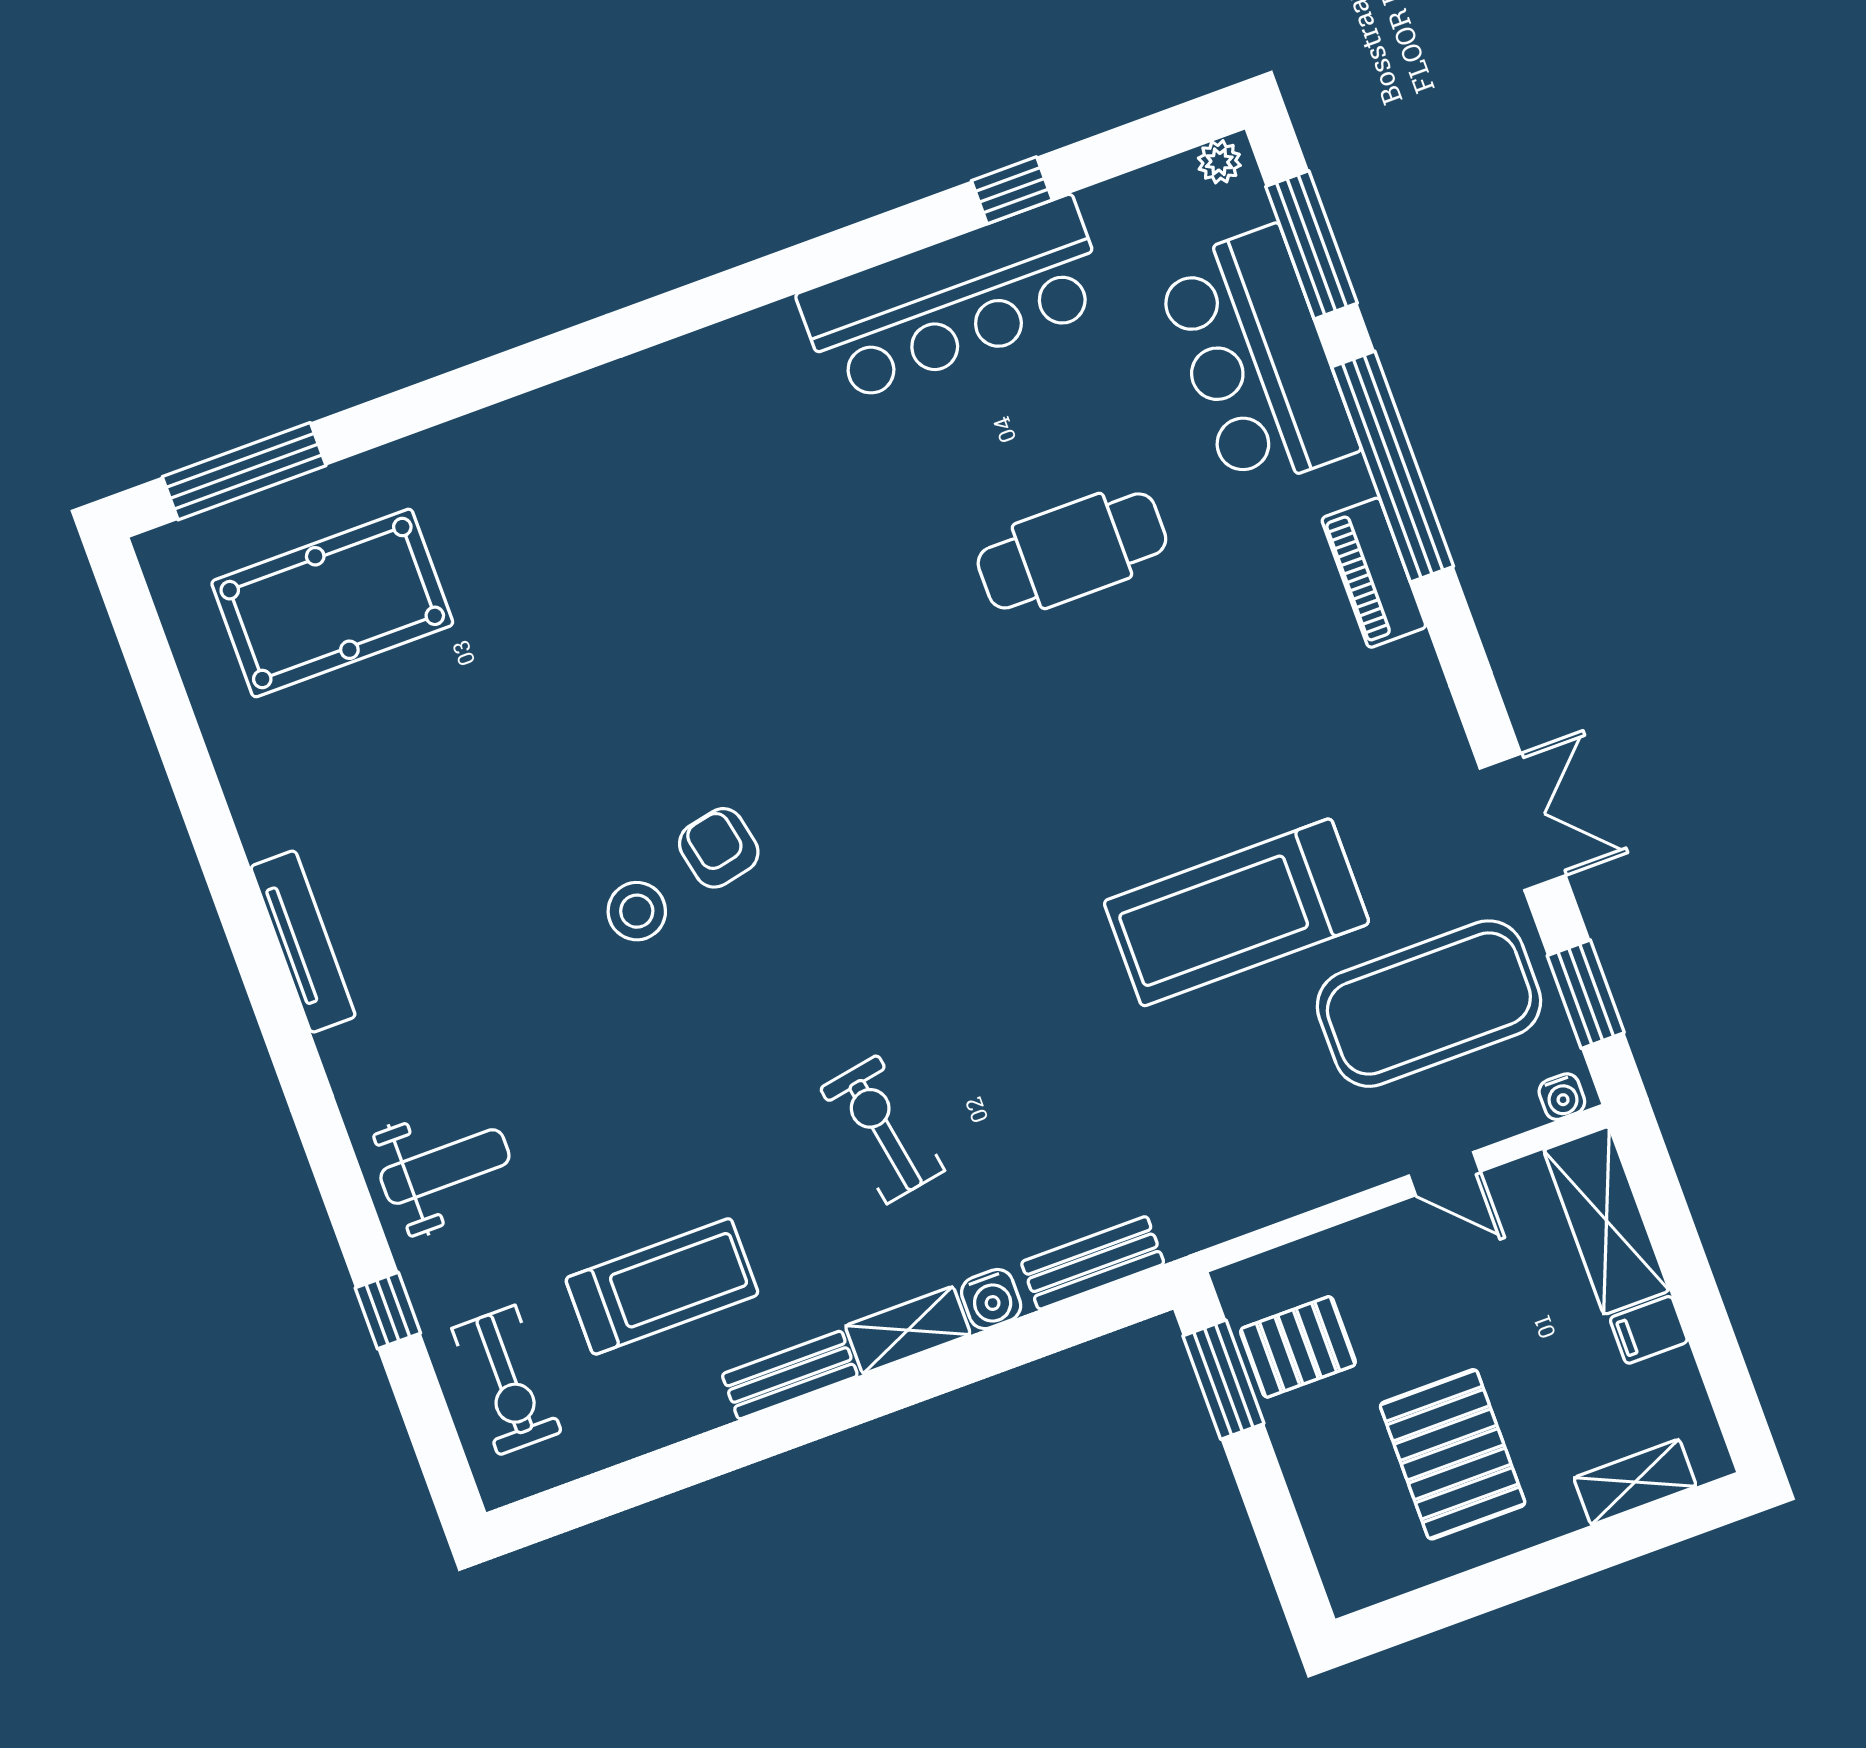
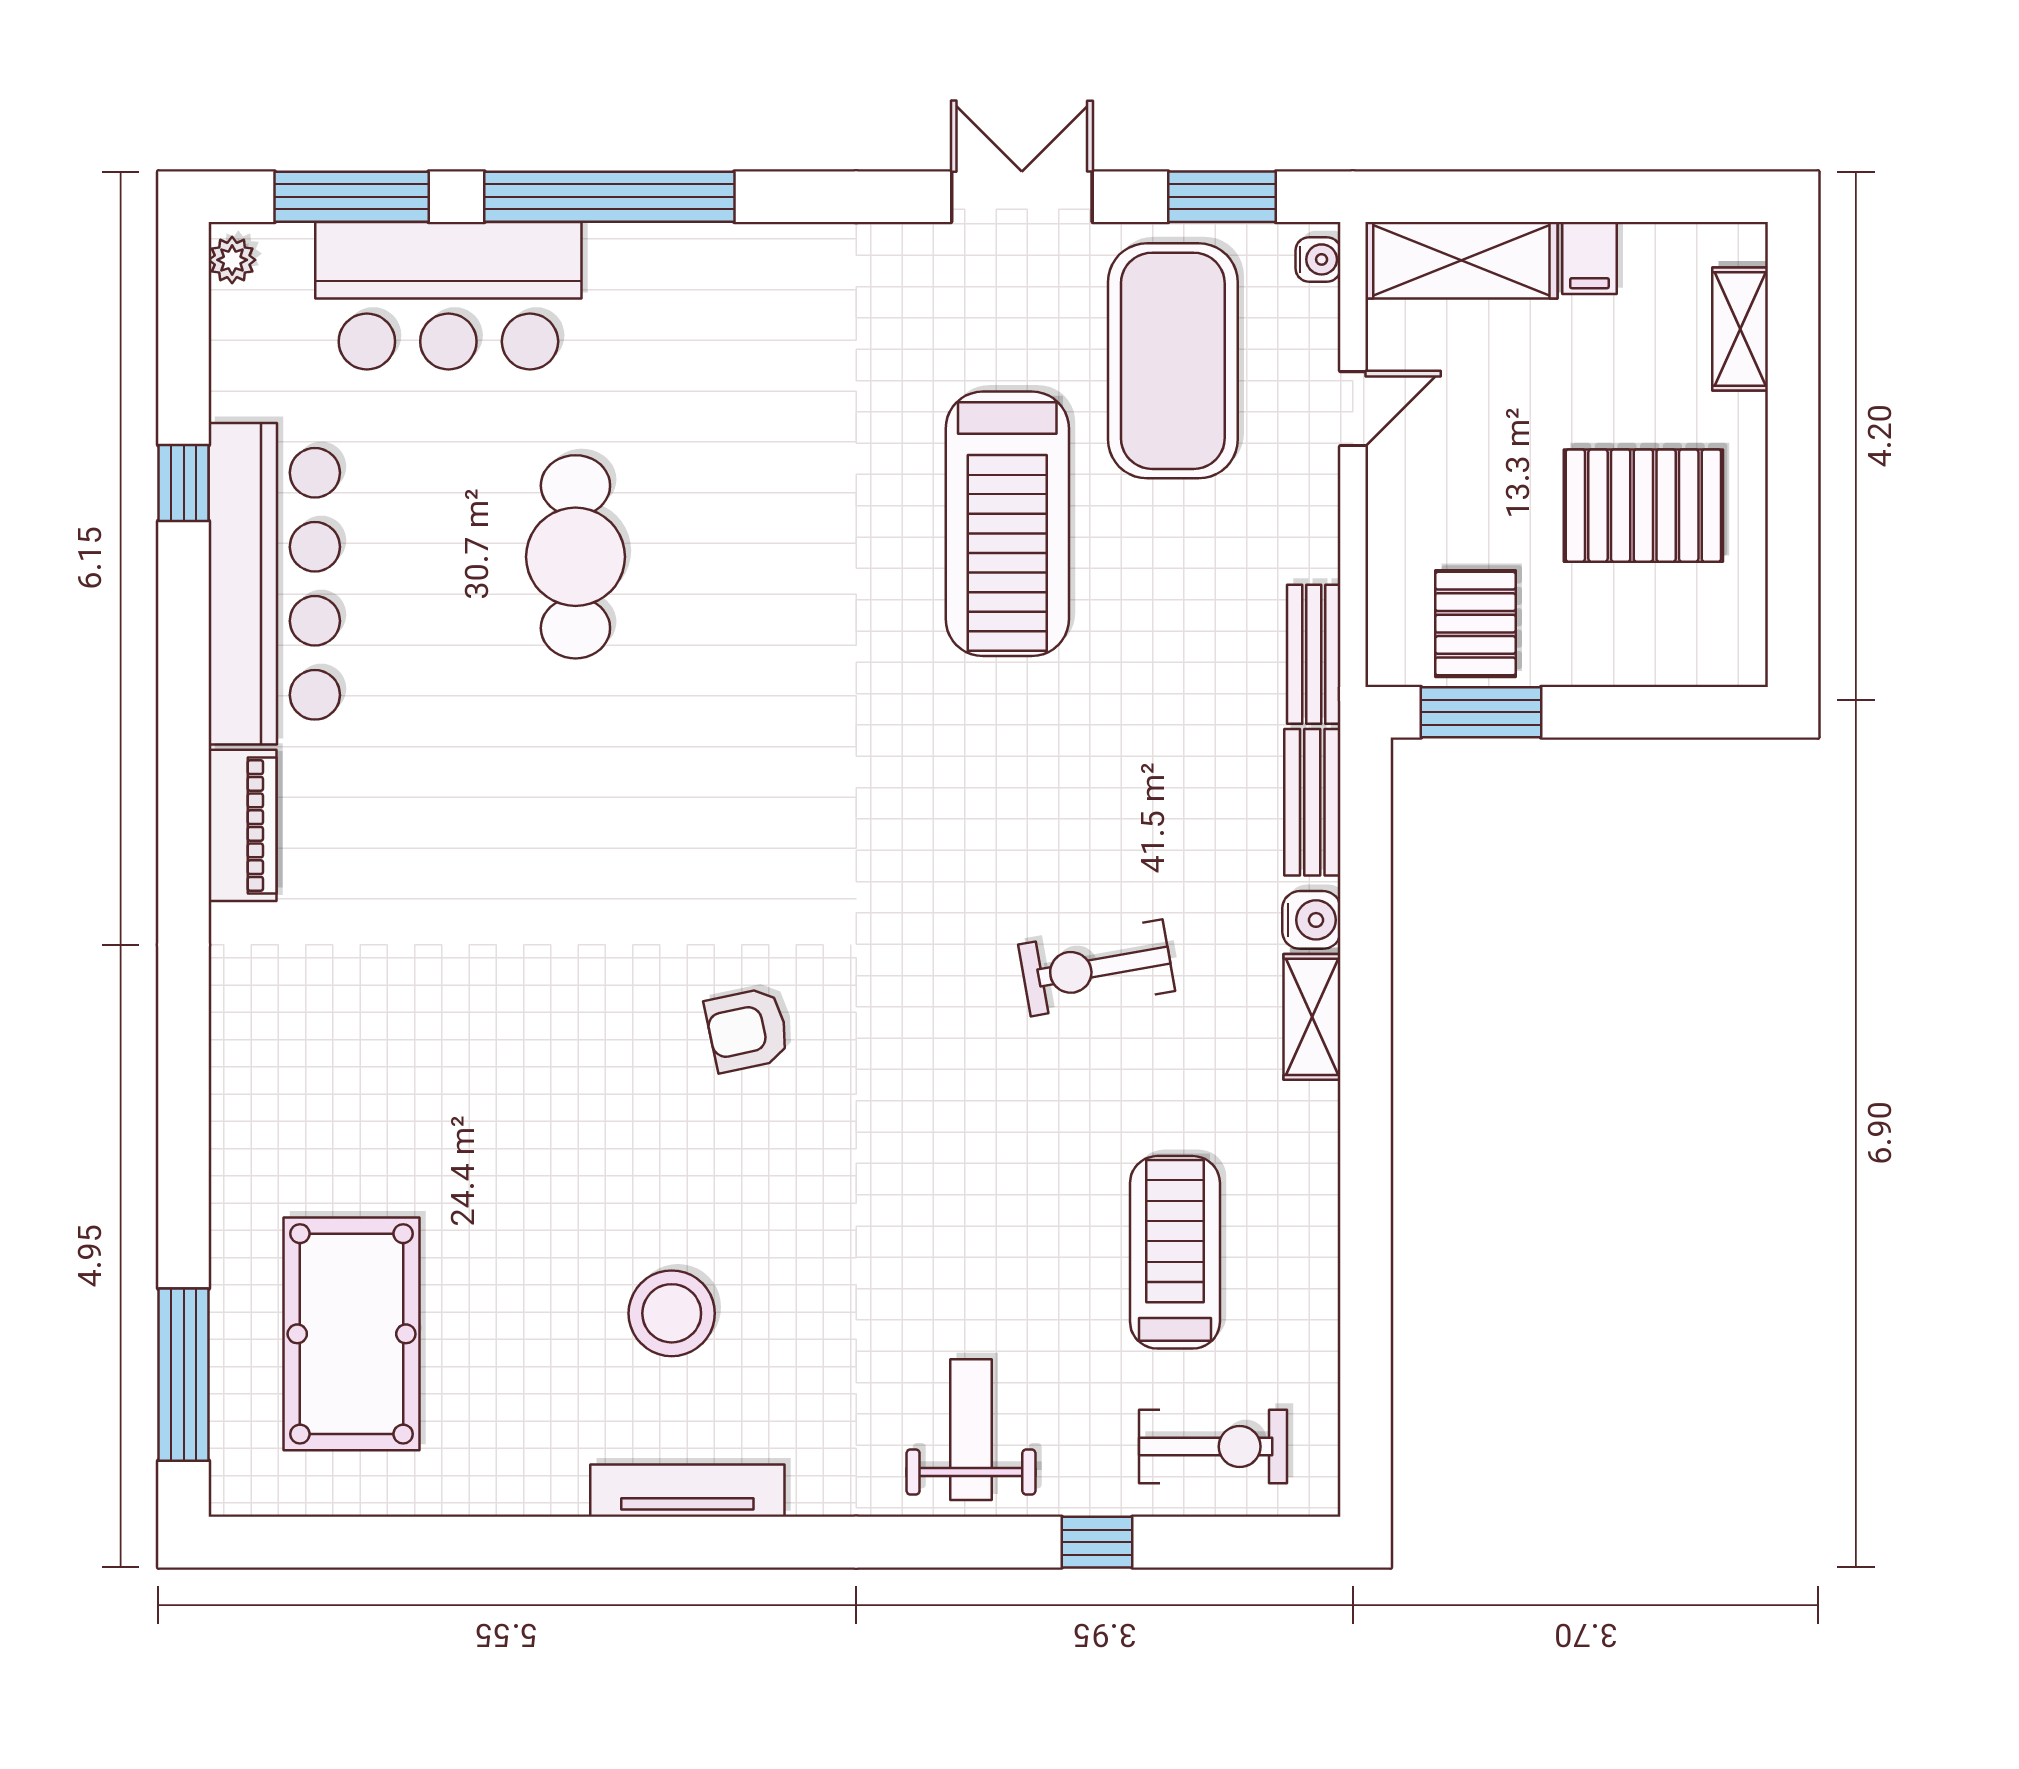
piano: (1374, 573) -> (243, 825), moved, turned -90
stool: (637, 911) -> (672, 1313), moved, width x1.38, depth x1.38
bench: (790, 1375) -> (1314, 654), moved

